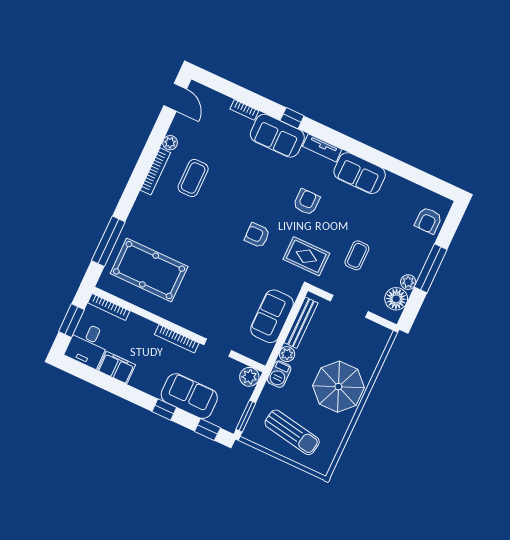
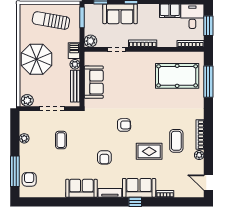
rug: (306, 256) -> (149, 151), moved
window: (431, 268) -> (15, 171), moved
floor lamp: (396, 299) -> (27, 125), removed
plant: (379, 334) -> (27, 100), added

